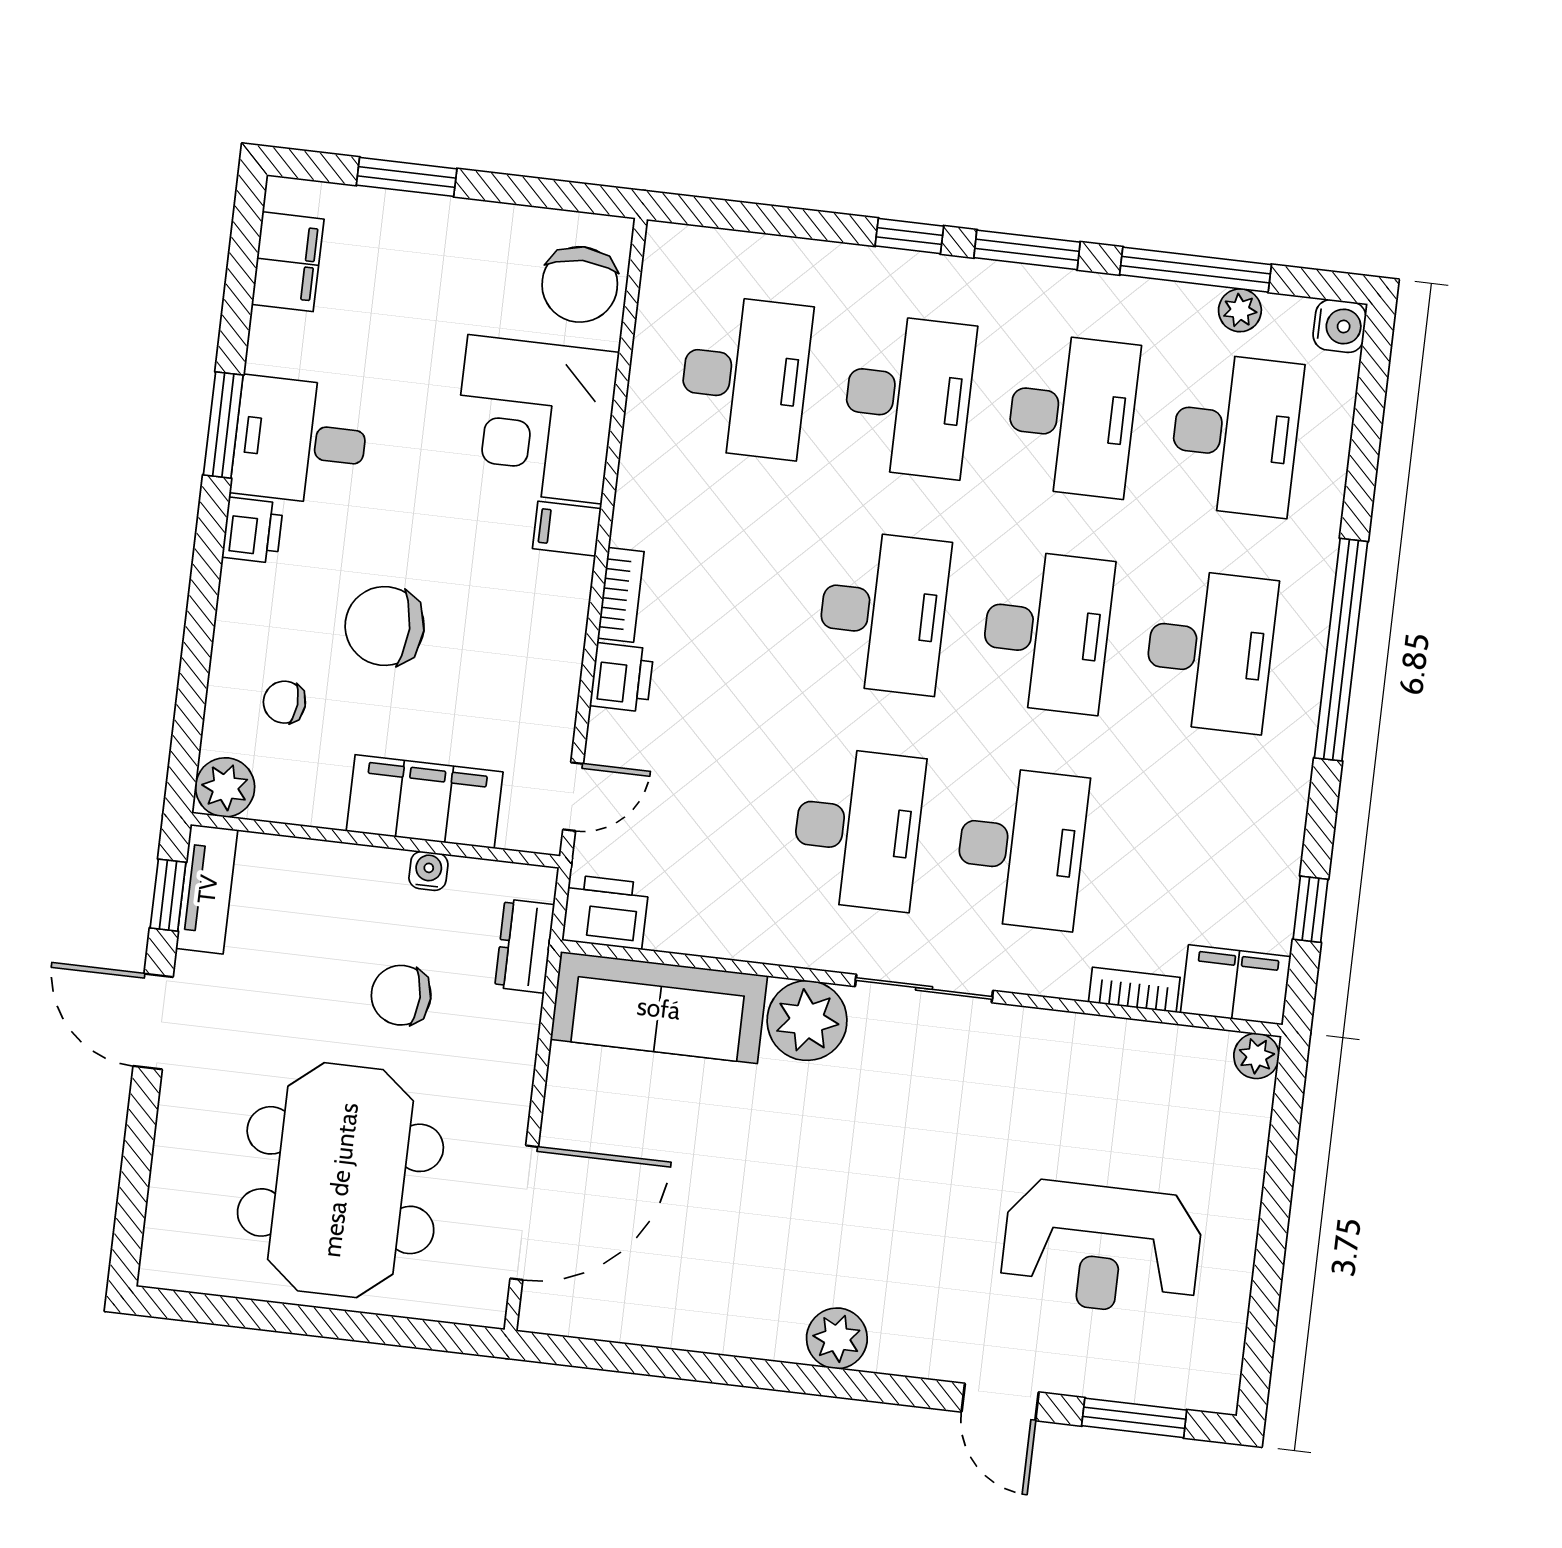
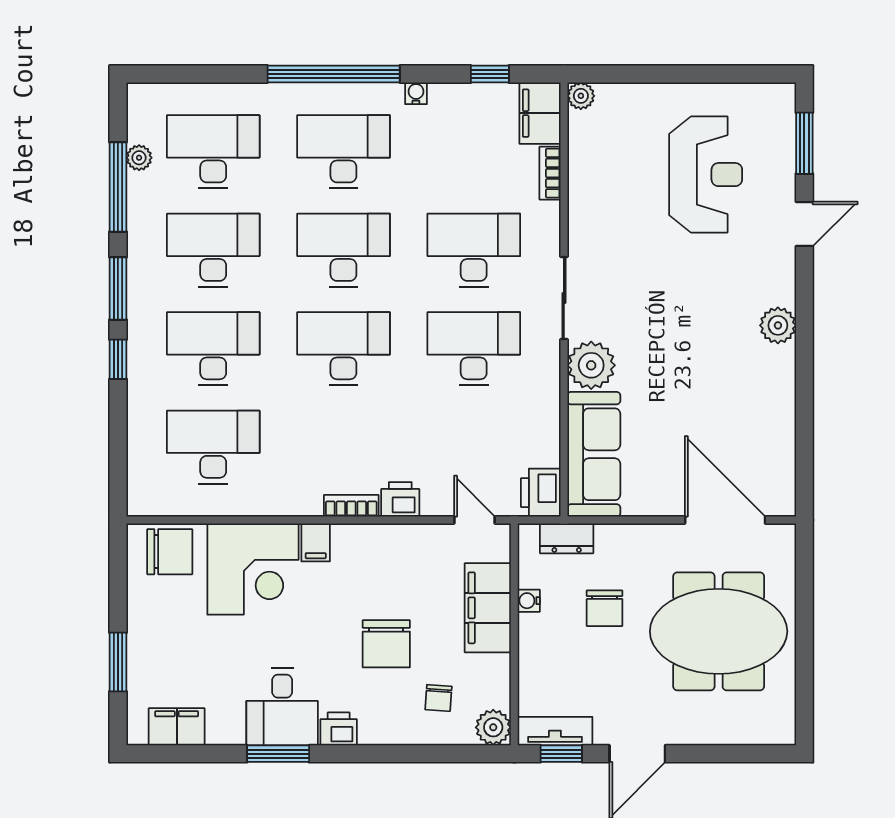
water cooler: (1340, 326) -> (416, 93), moved, width x0.72, depth x0.72

